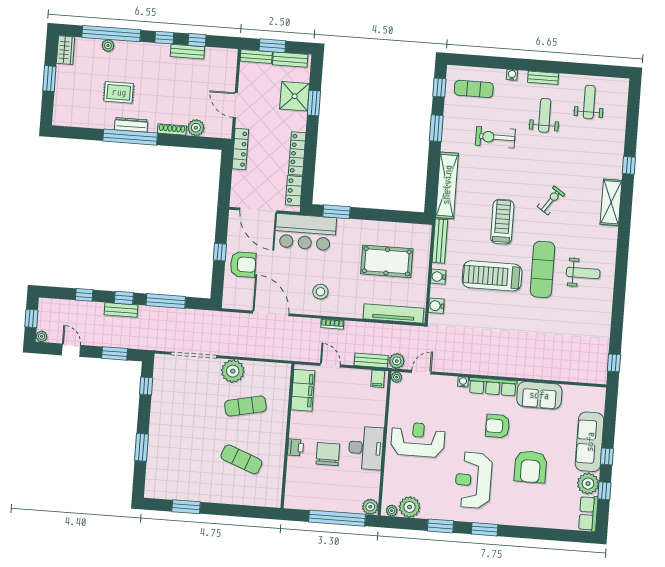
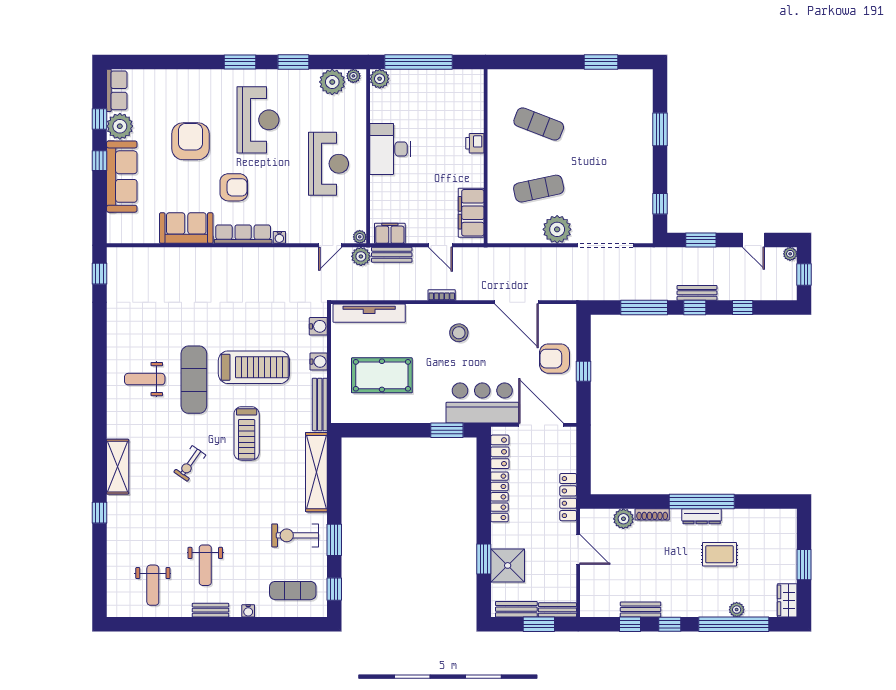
exercise bike: (495, 137) -> (295, 535), moved, turned 180
filing cabinet: (378, 379) -> (390, 233), width x2.00
reception desk: (418, 440) -> (328, 164), turned -90
chair: (328, 454) -> (435, 138), removed

